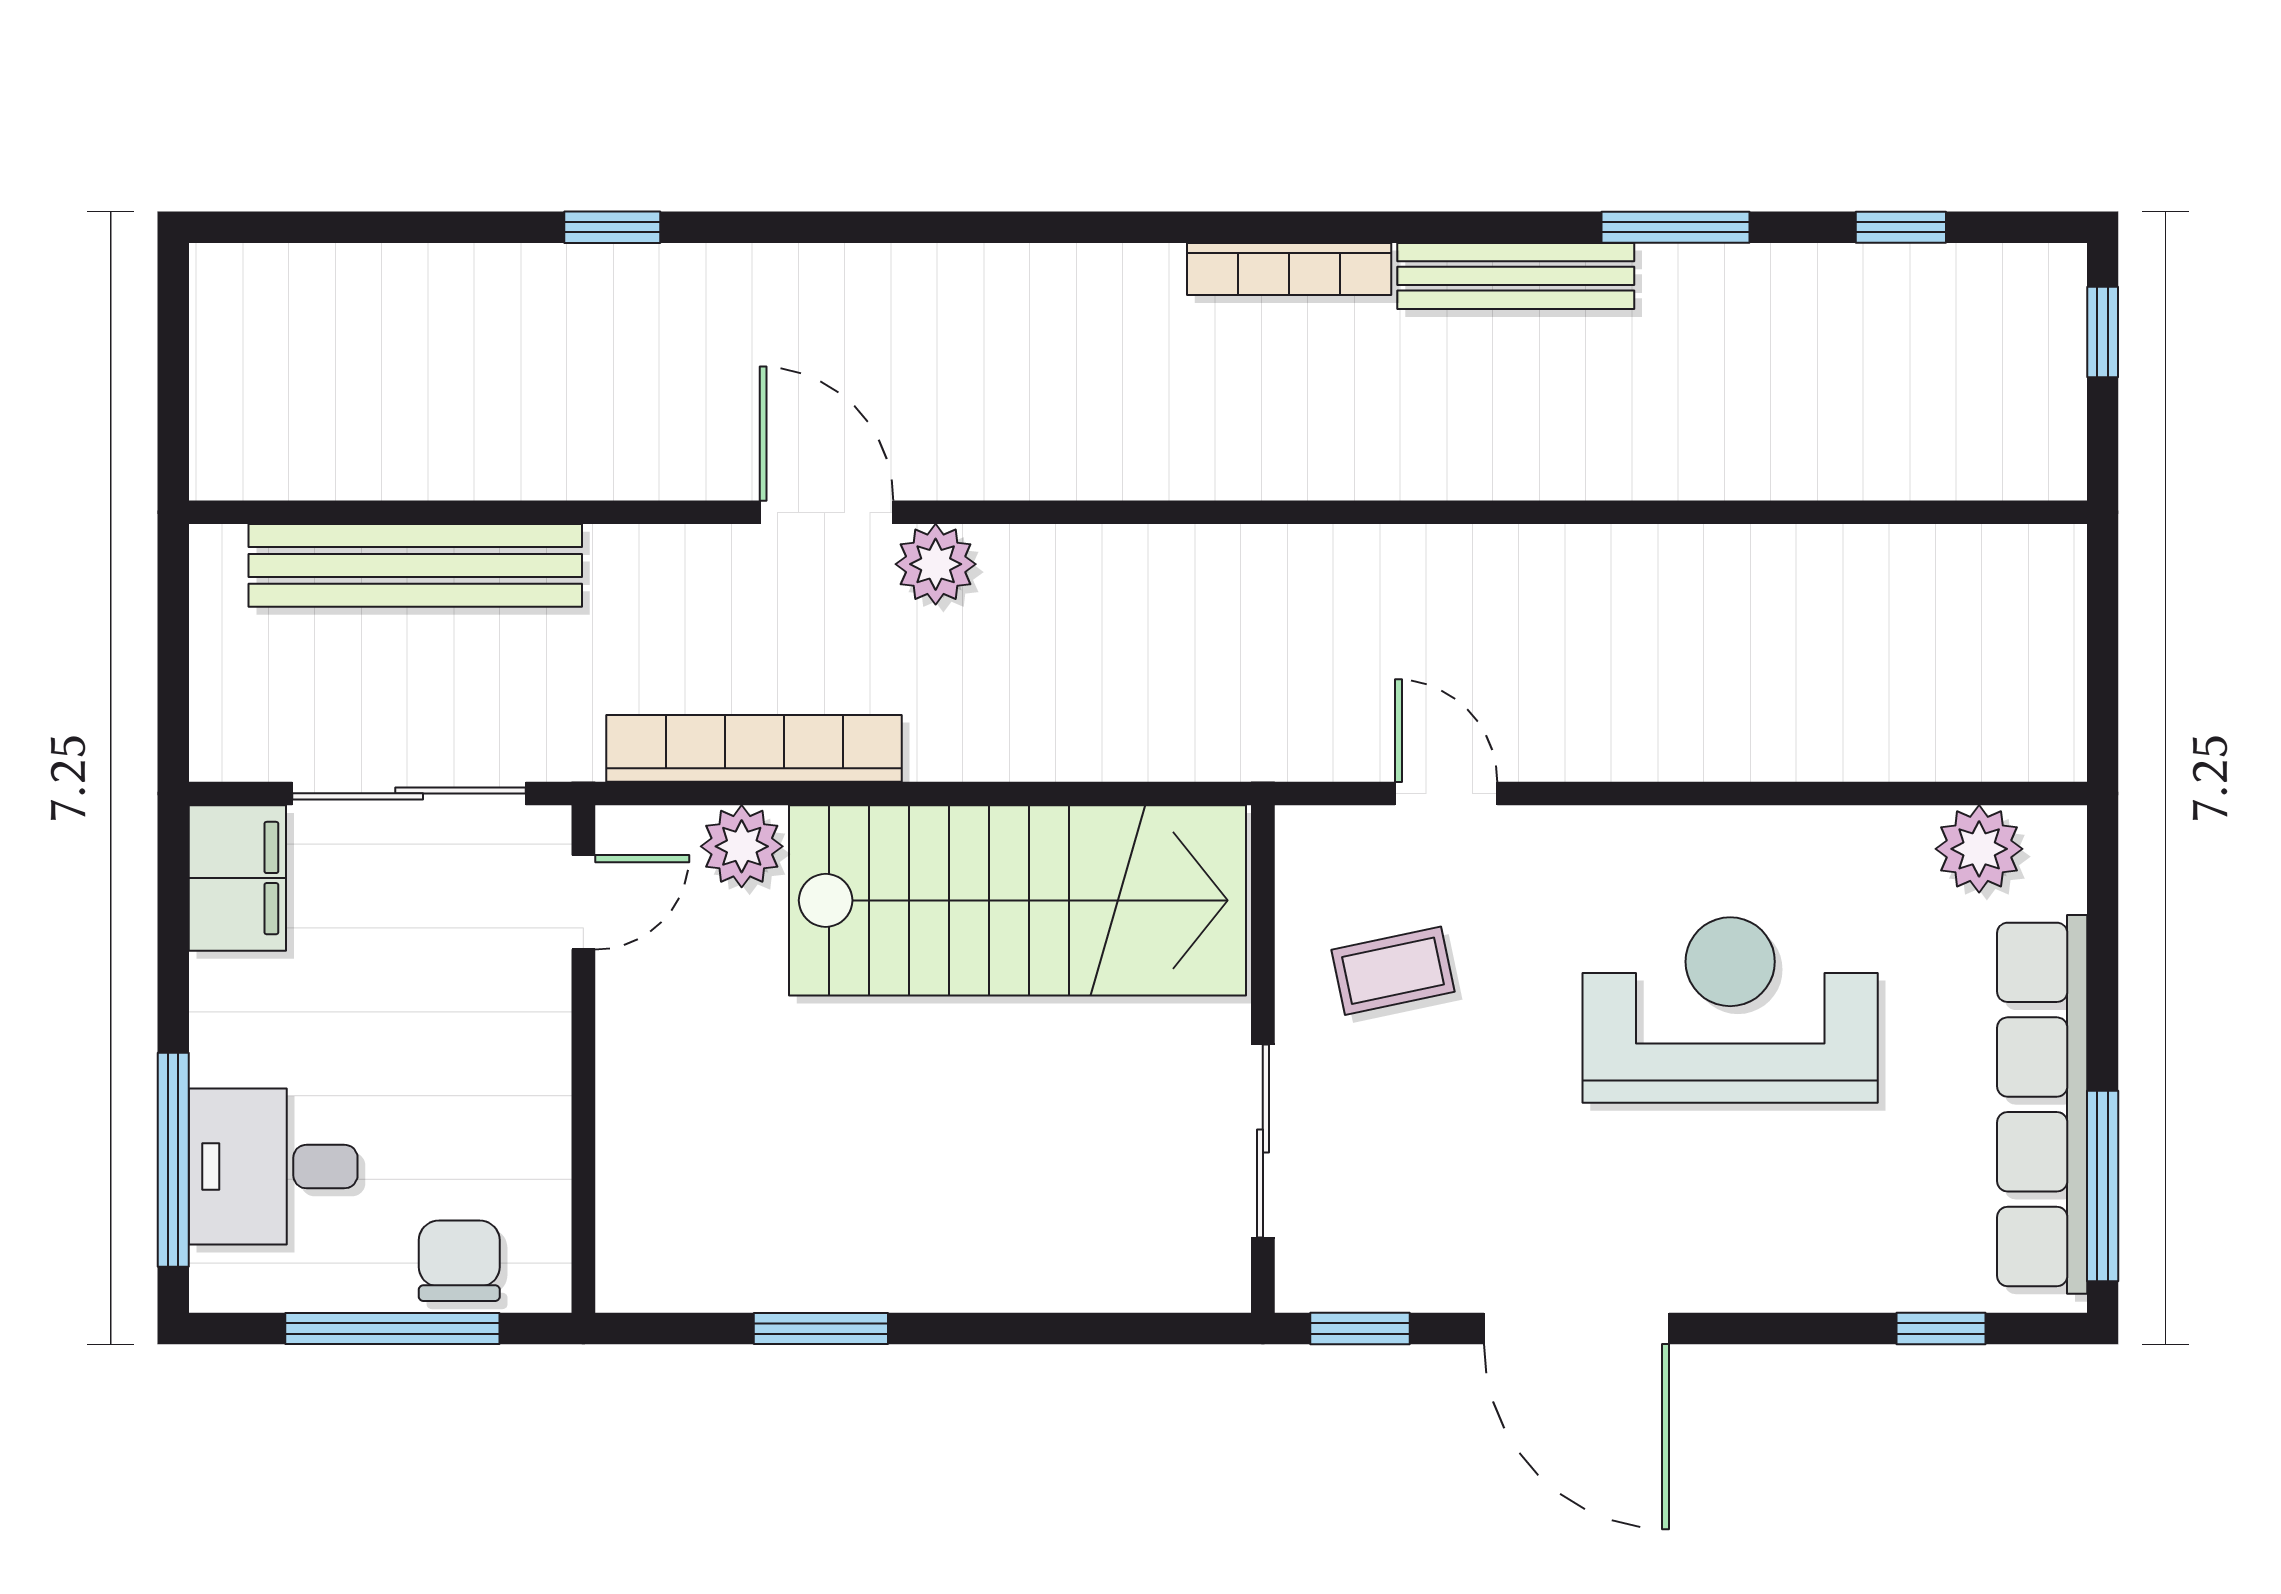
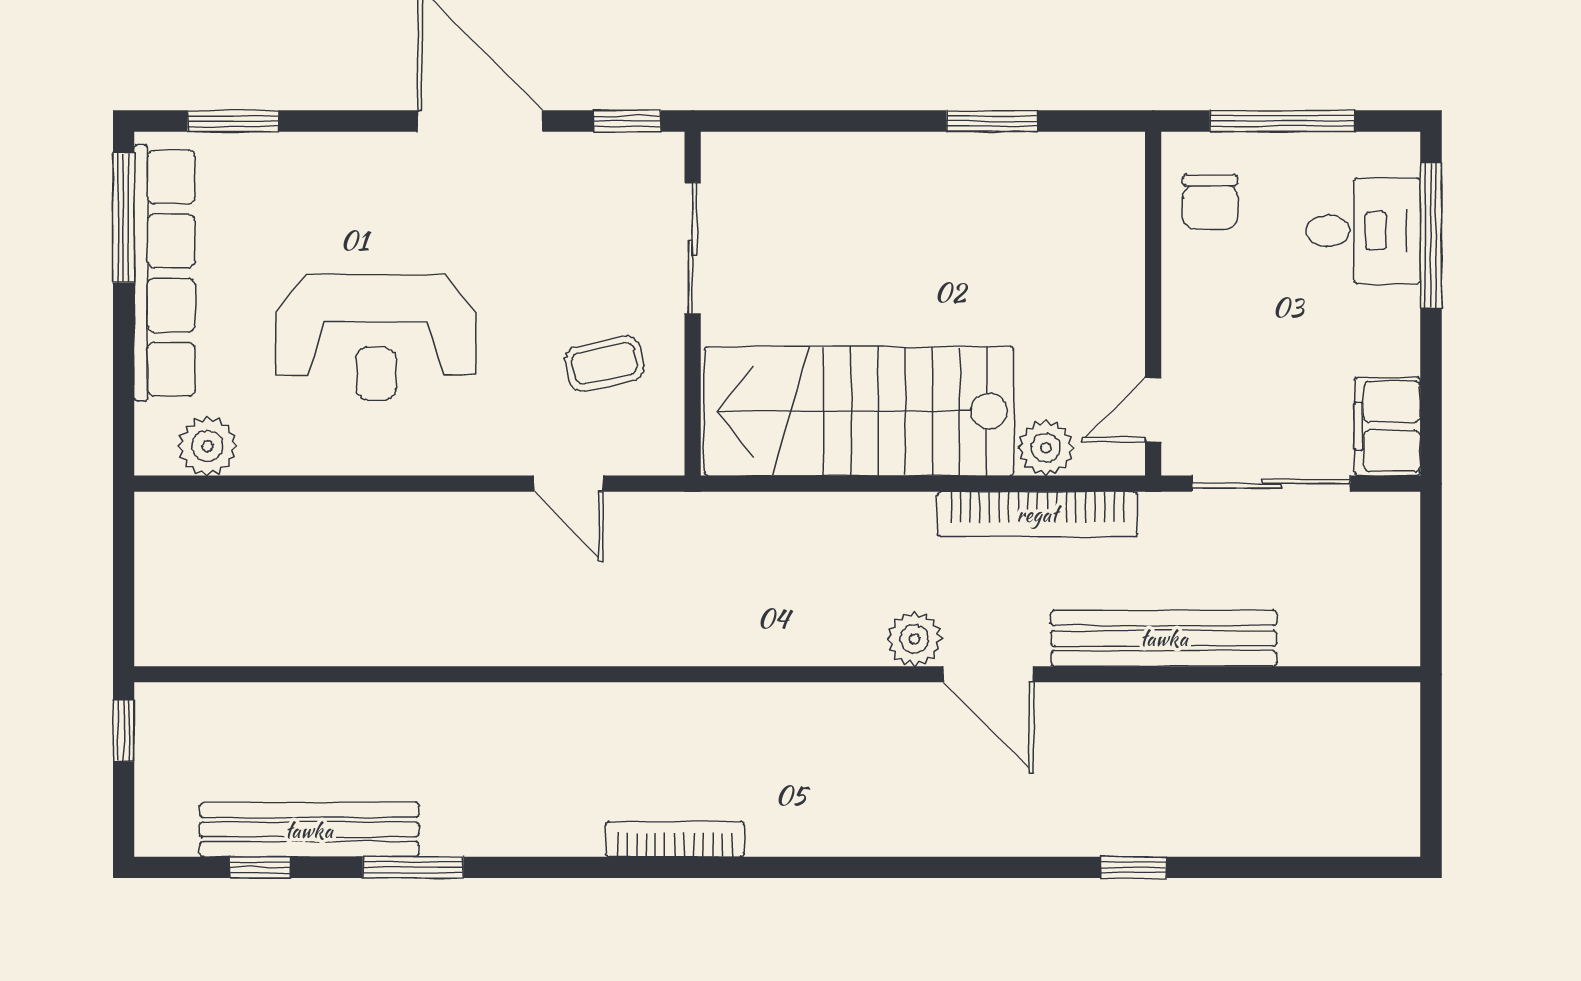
bench: (1516, 276) -> (309, 830), moved, width x1.37, depth x1.21
window: (2103, 332) -> (124, 731), moved
bench: (415, 565) -> (1164, 638), moved
chair: (459, 1261) -> (1210, 202), moved
window: (1941, 1329) -> (233, 121), width x1.50

